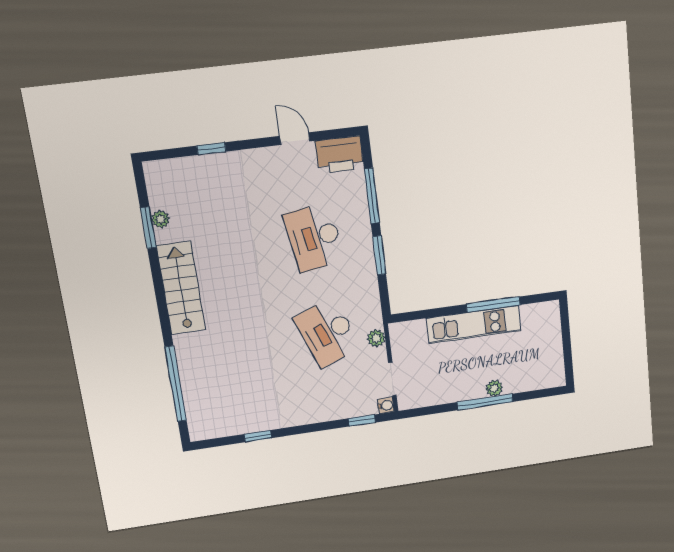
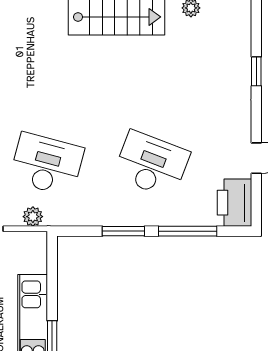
desk: (314, 237) -> (151, 164), turned 30
desk: (327, 333) -> (47, 164), turned 36

